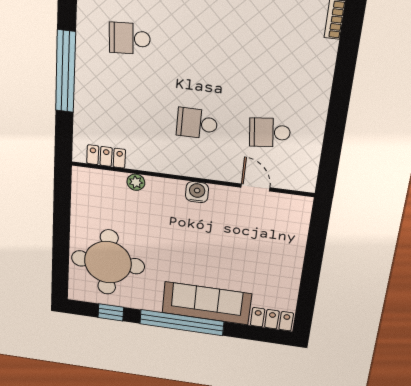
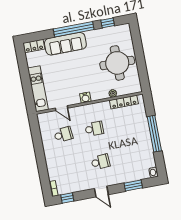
school desk: (130, 38) -> (100, 162), moved
locker: (106, 156) -> (124, 102), width x1.53
kitchen unit: (293, 240) -> (38, 89), added
round table: (108, 262) -> (117, 63), moved

